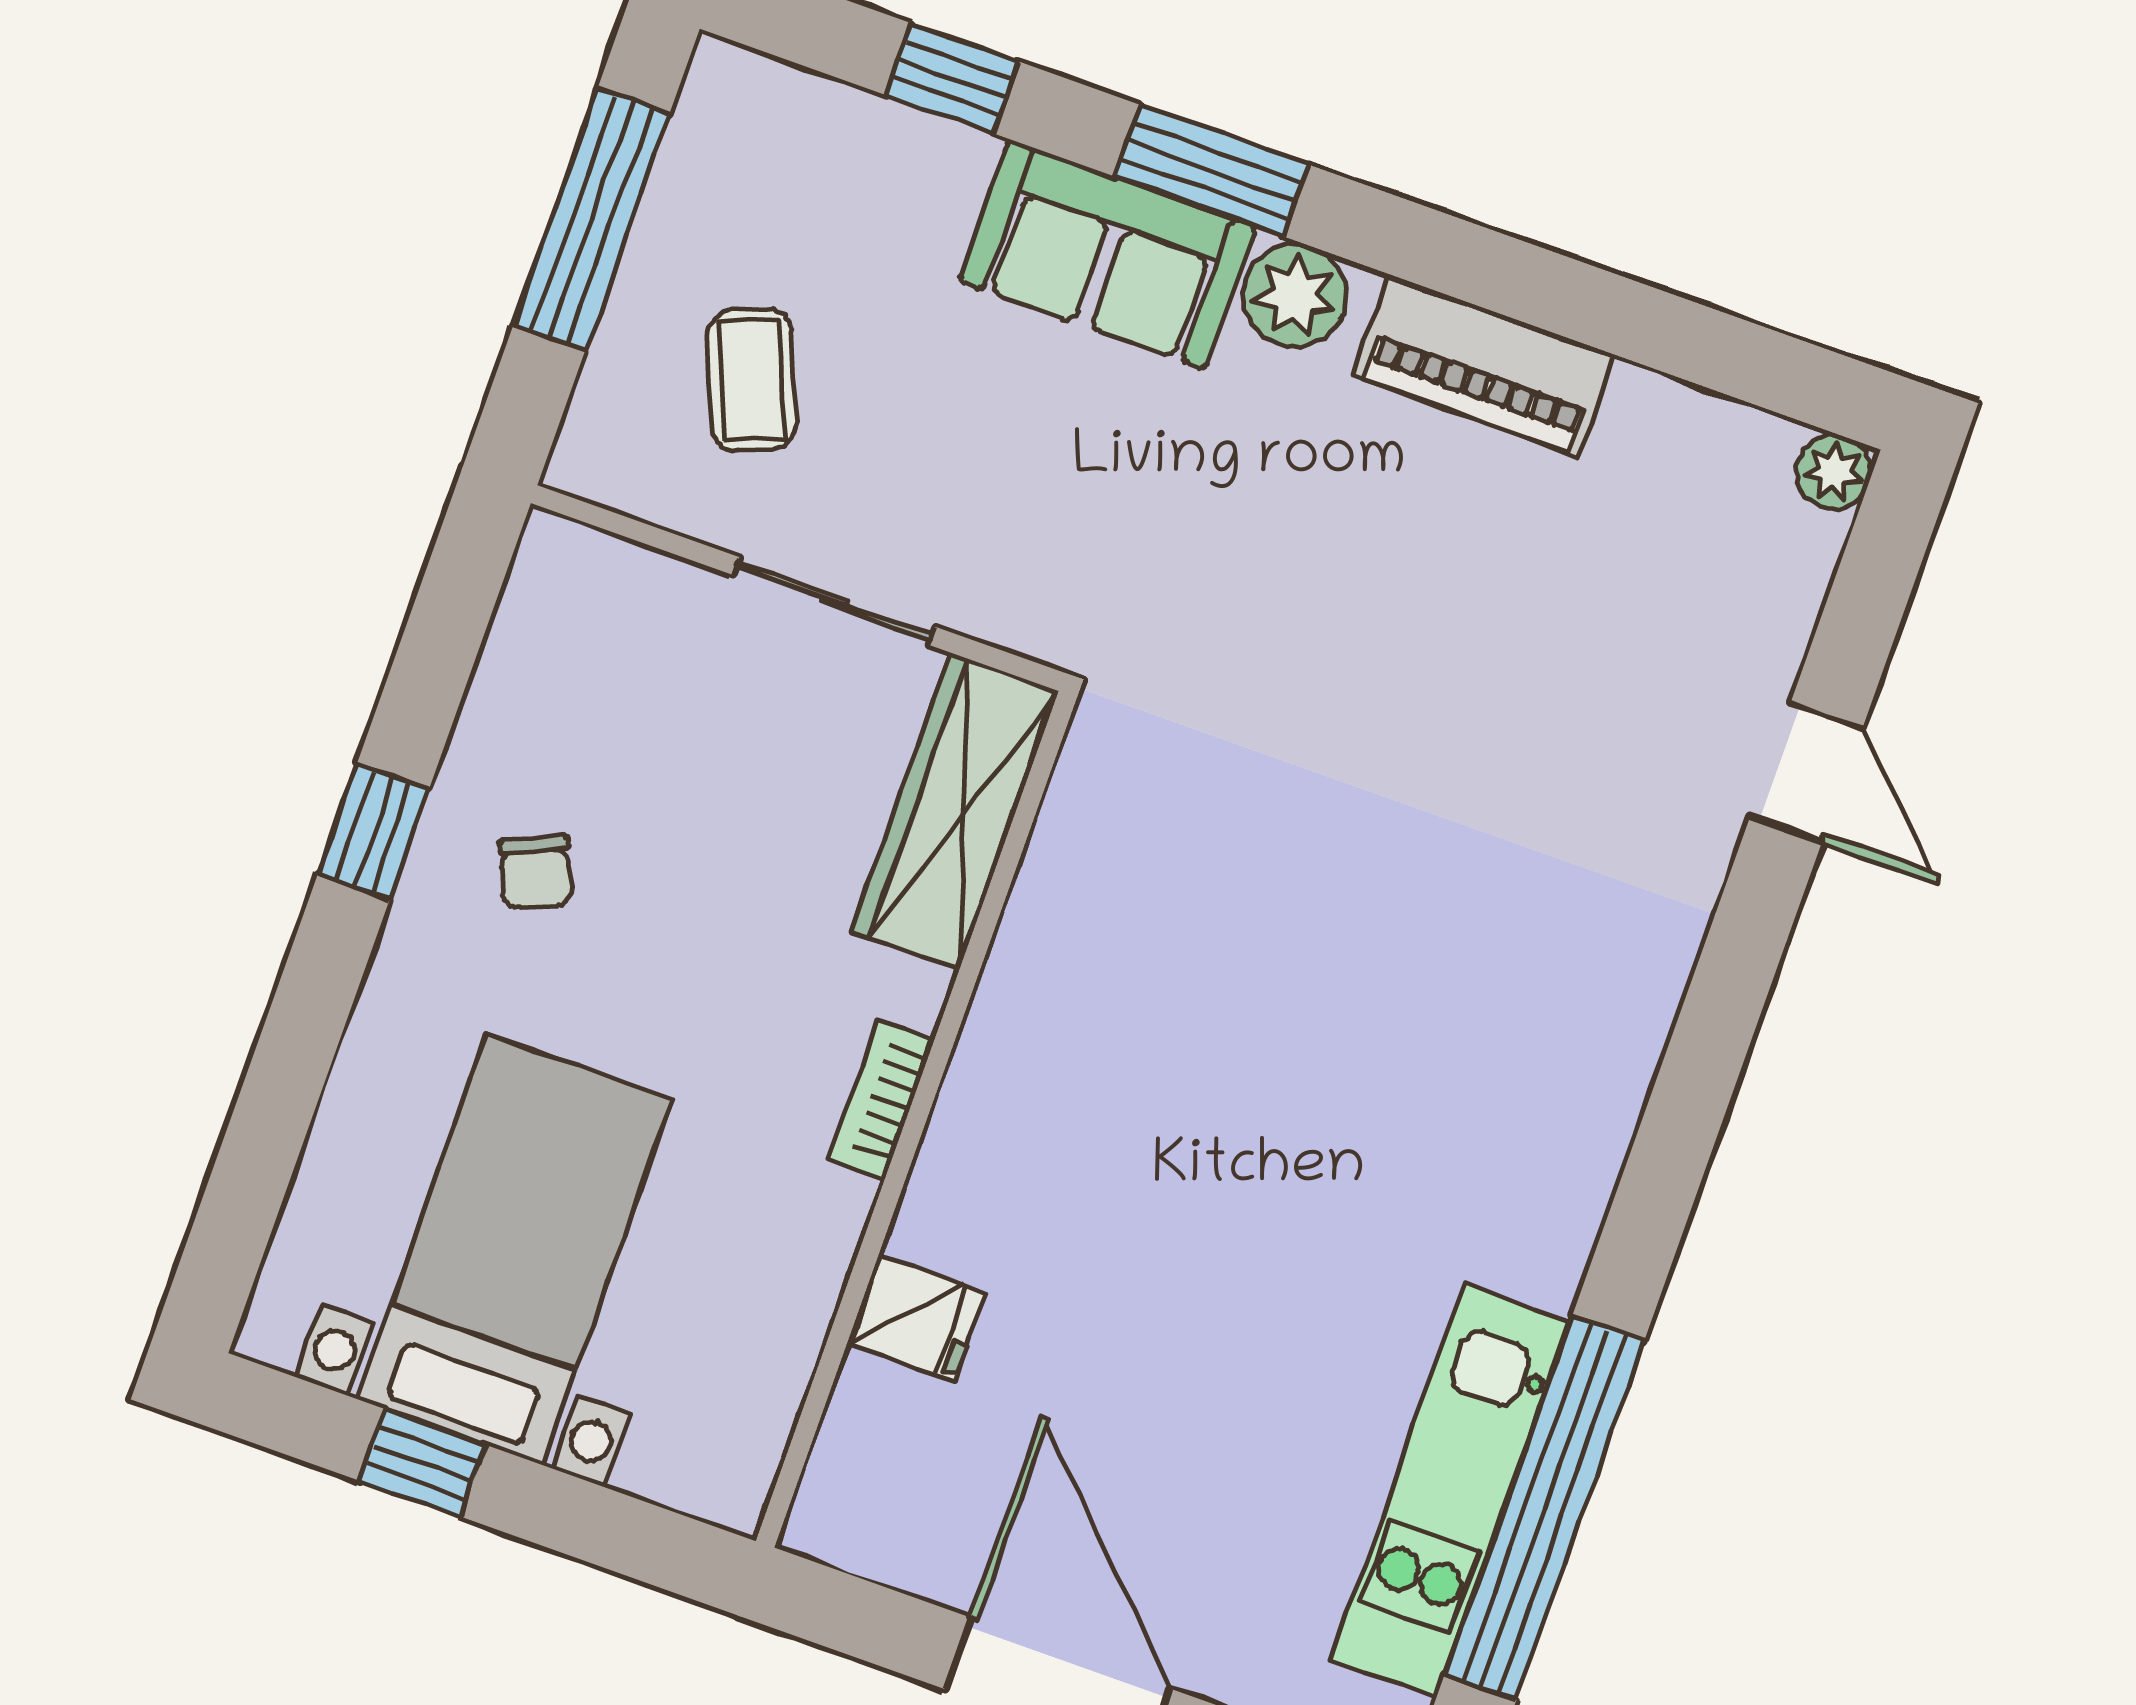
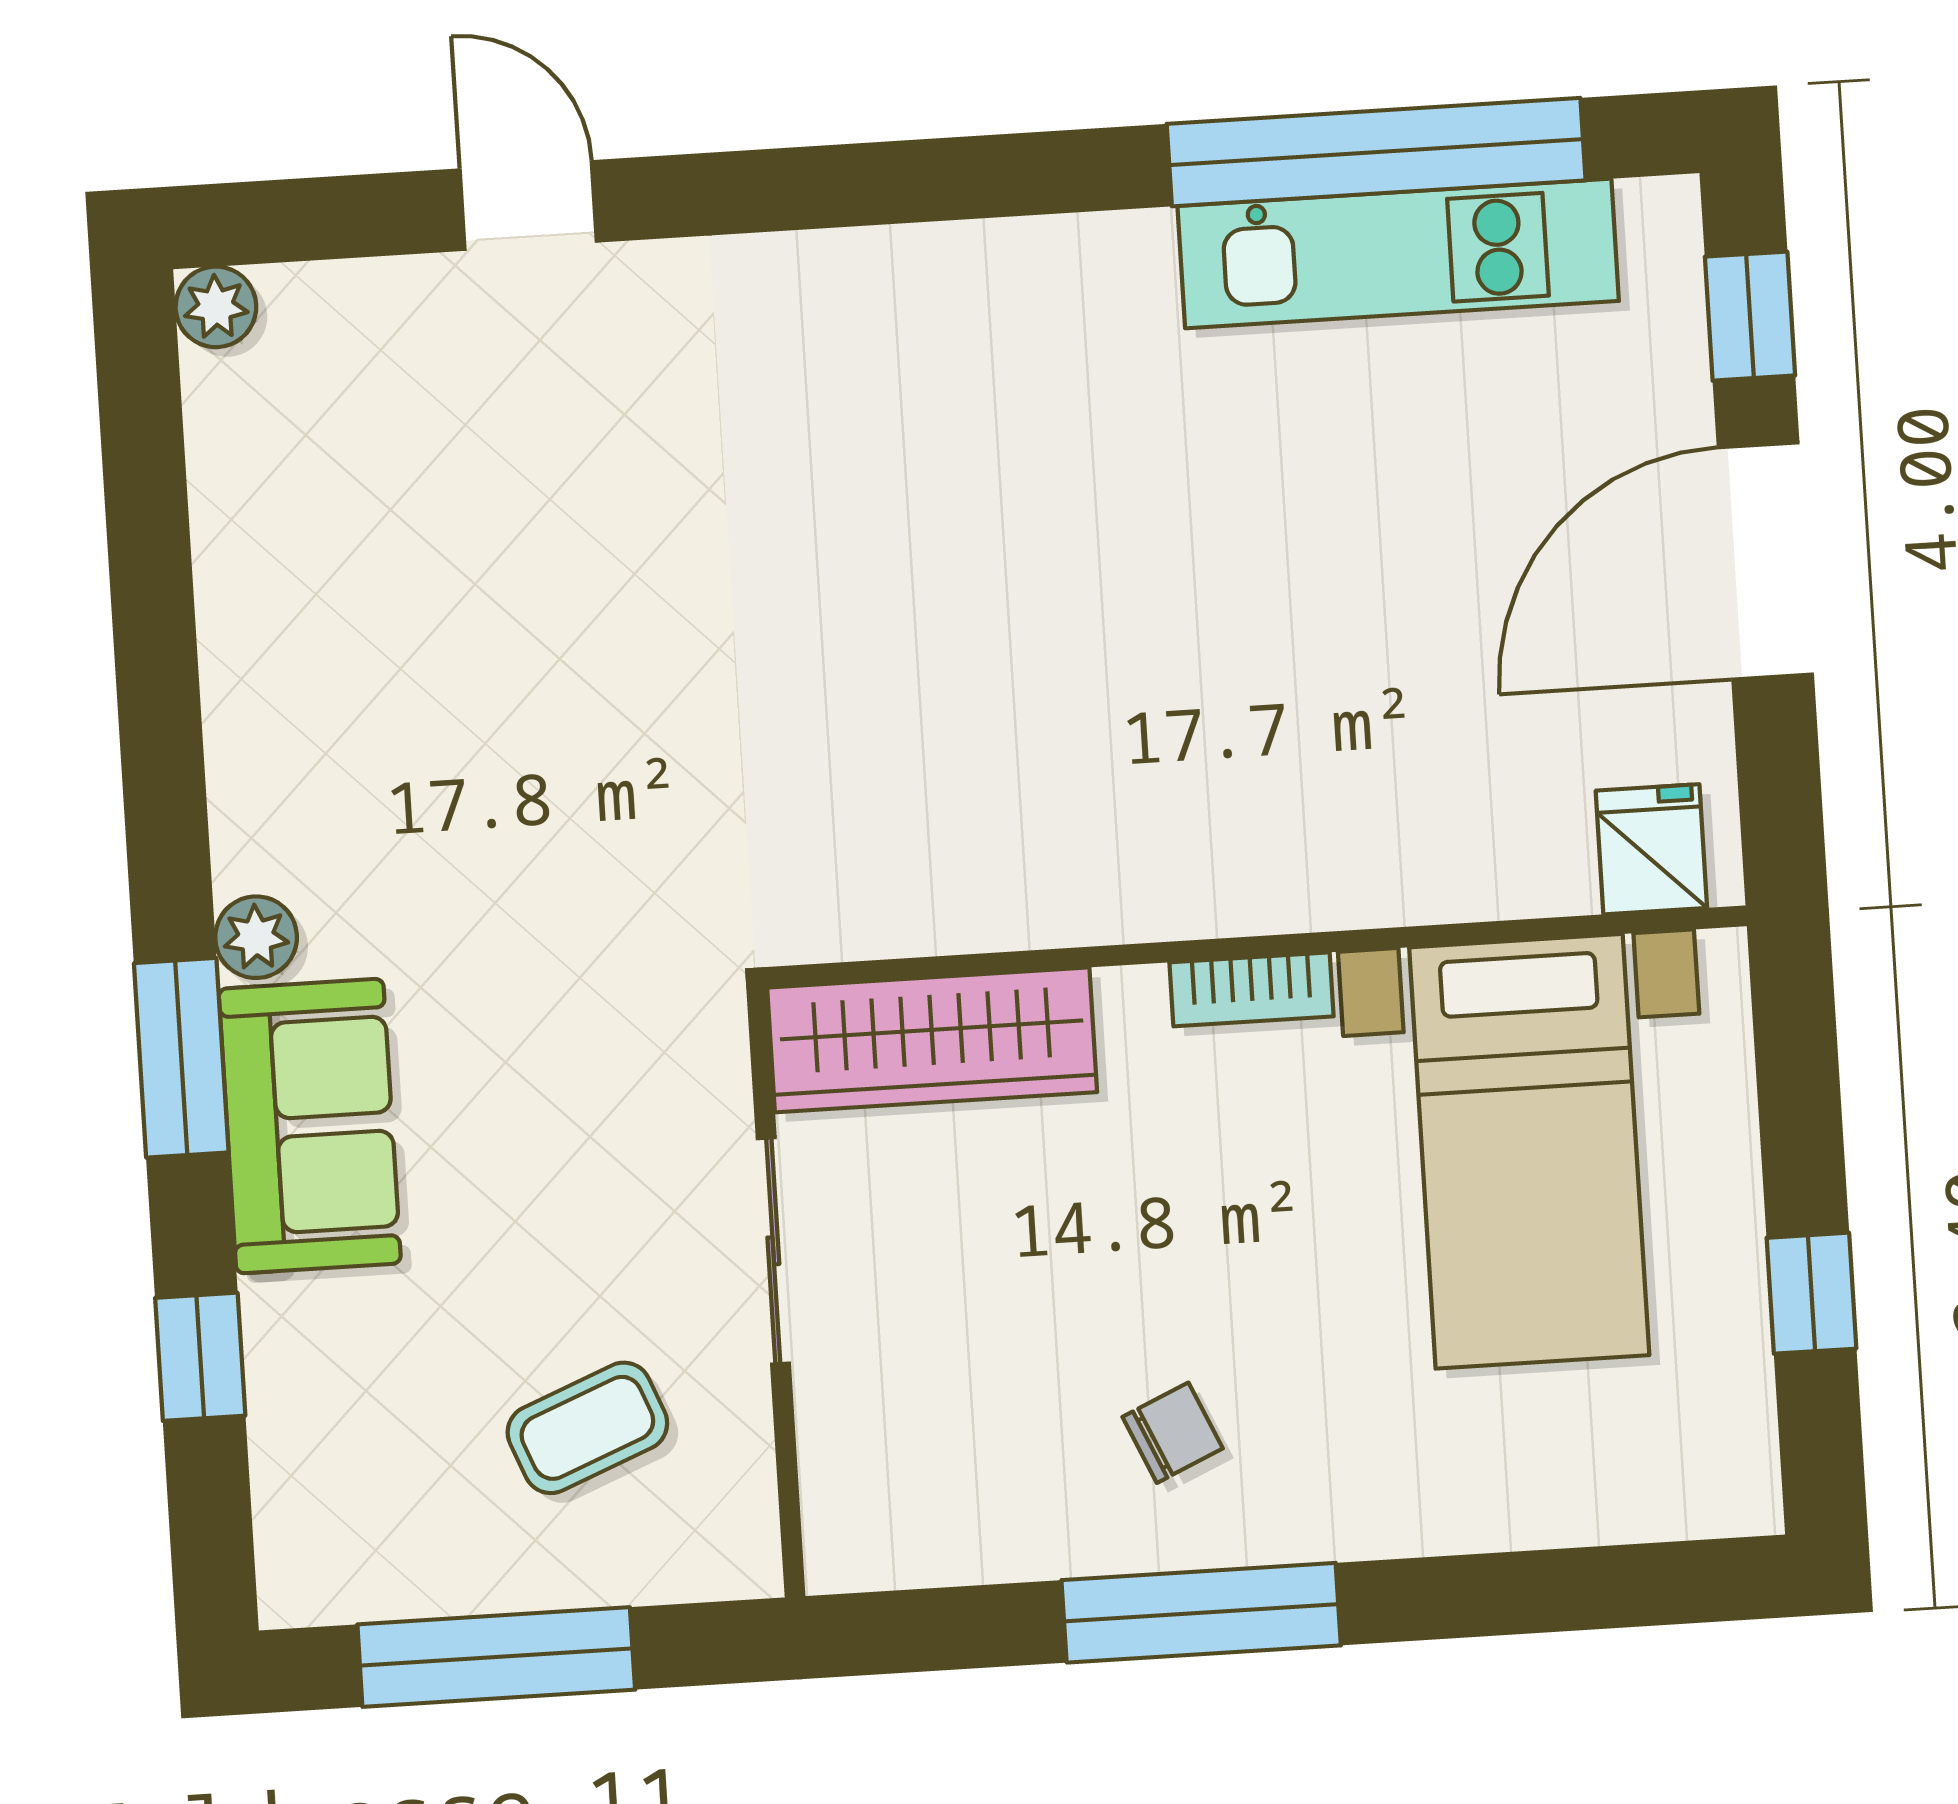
plant: (1295, 295) -> (256, 937), width x0.73, depth x0.73
piano: (1484, 365) -> (259, 702), removed
door: (1806, 772) -> (528, 205), hinge flipped
window: (373, 831) -> (1201, 1613), width x2.17
bed with nightstands: (515, 1249) -> (1529, 1151), moved, turned -90
fridge: (916, 1318) -> (1651, 849), moved

